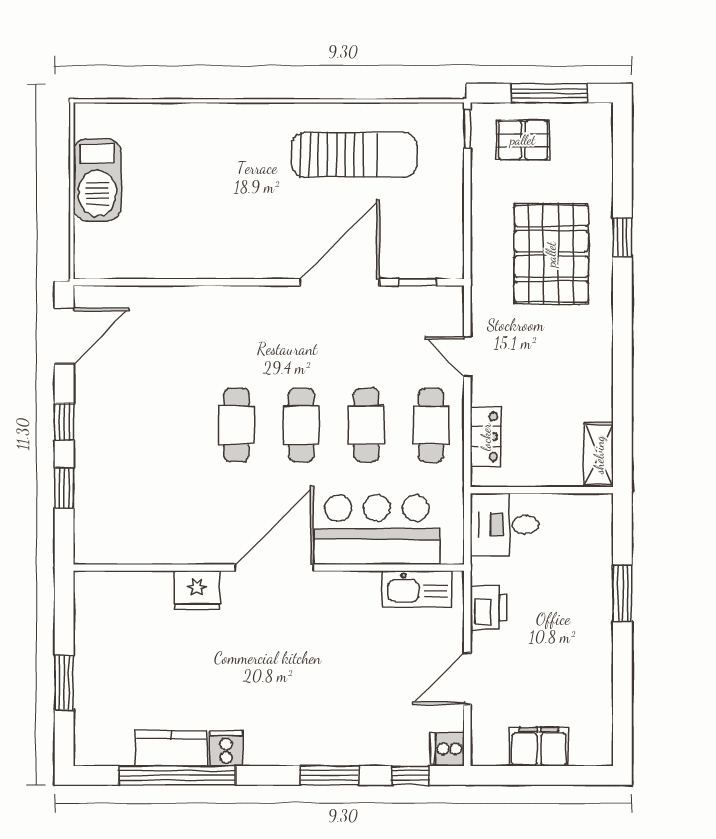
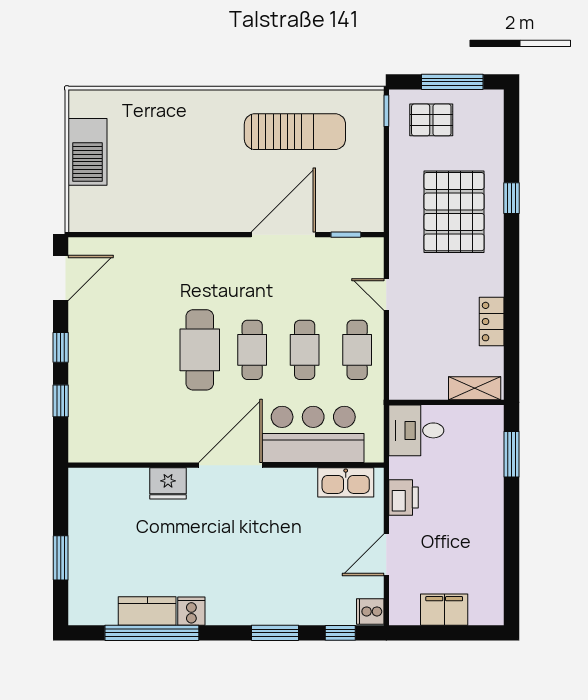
cafe table: (236, 425) -> (200, 350), width x1.37, depth x1.35
locker: (486, 437) -> (492, 322), moved, turned 180
shelving: (599, 455) -> (475, 388), moved, turned 90
window: (622, 593) -> (511, 454), moved

